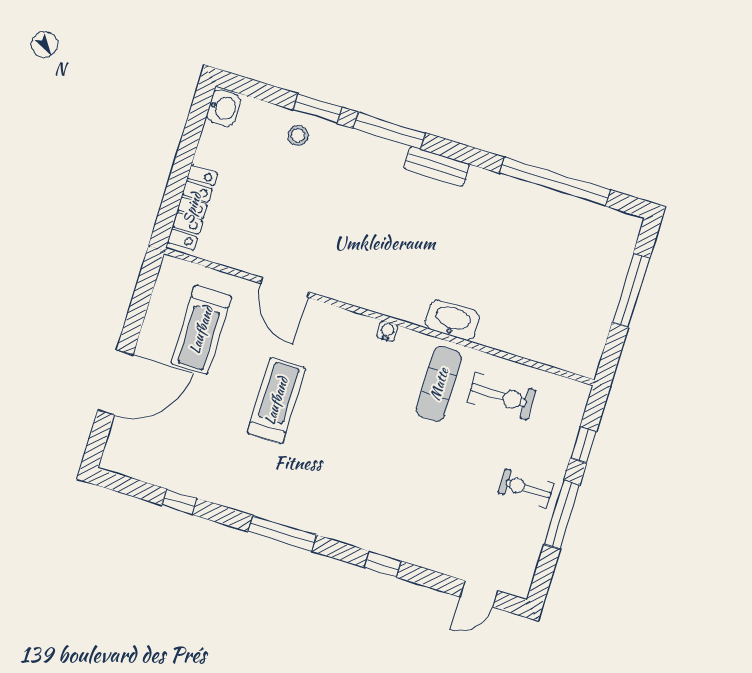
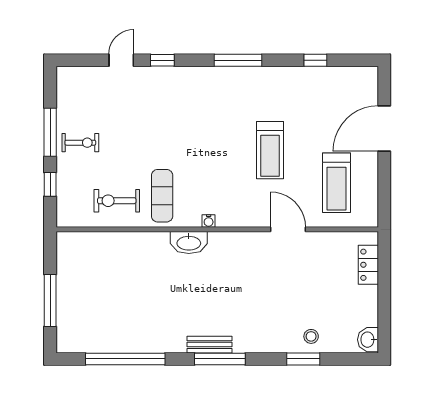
window: (389, 131) -> (220, 359), moved
locker: (192, 208) -> (368, 265), width x0.66
washbasin: (453, 320) -> (189, 242), moved
treadmill: (201, 330) -> (337, 183), turned 180
door: (479, 594) -> (121, 60), moved

